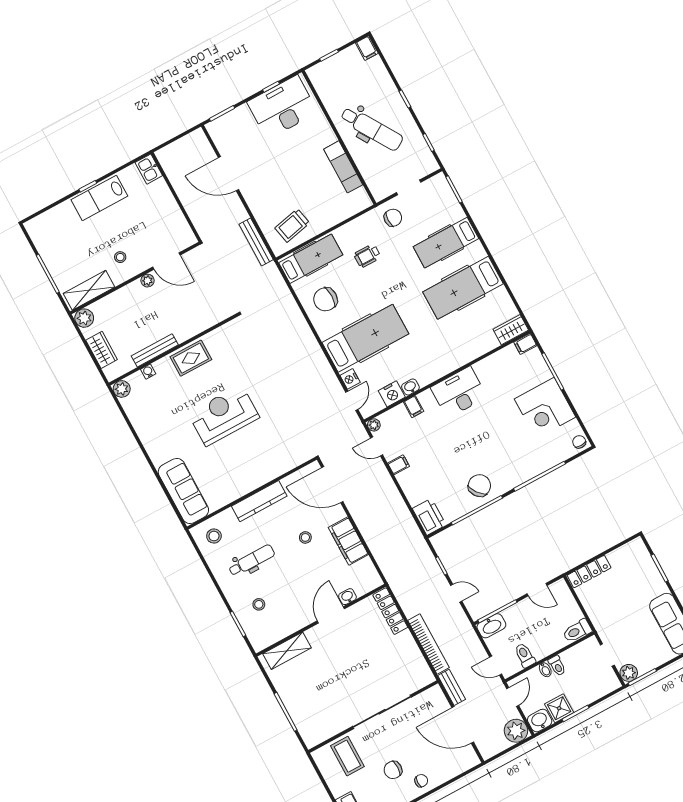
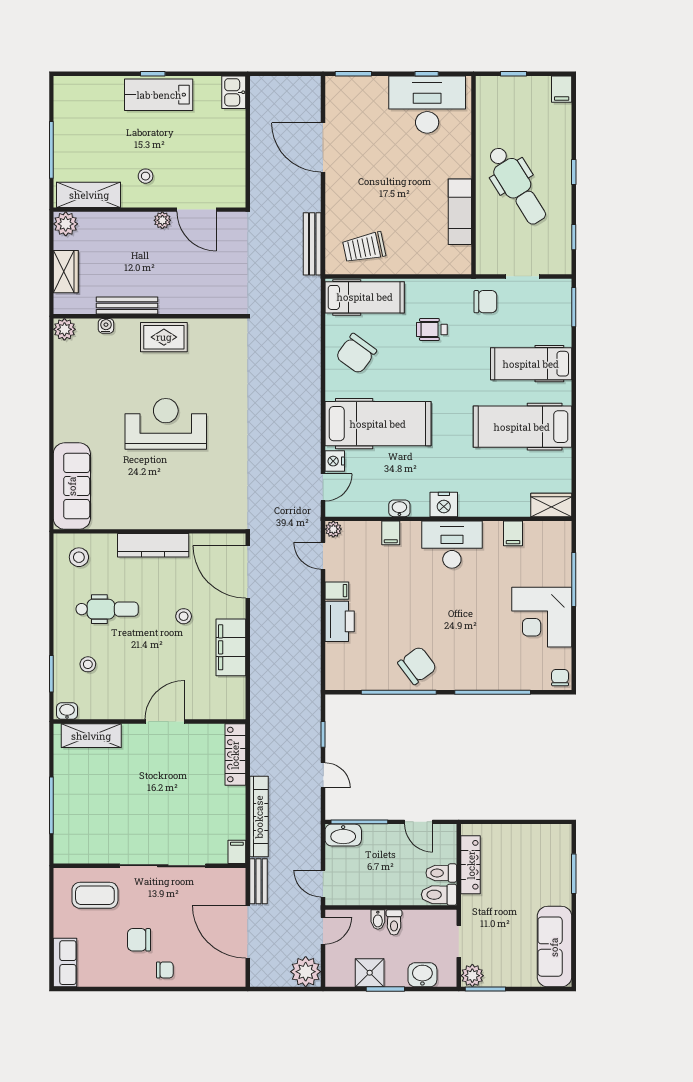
chair: (325, 299) -> (356, 354), turned -54
filing cabinet: (525, 344) -> (513, 533), moved, turned -90
nightstand: (392, 394) -> (444, 504), moved
printer: (429, 517) -> (340, 621), moved
locker: (589, 572) -> (471, 865), moved, turned -90
washbasin: (347, 597) -> (67, 711), moved
toilet: (525, 655) -> (441, 873), moved, turned -90
filing cabinet: (427, 676) -> (237, 852), added
washbasin: (540, 721) -> (422, 975), moved
coffee table: (347, 756) -> (95, 895), turned 90

